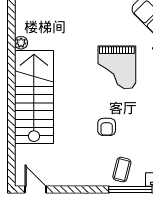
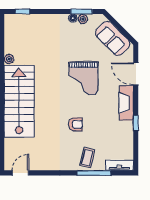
armchair: (107, 127) -> (76, 124), turned -90
door: (36, 189) -> (20, 173), hinge flipped

